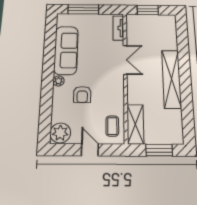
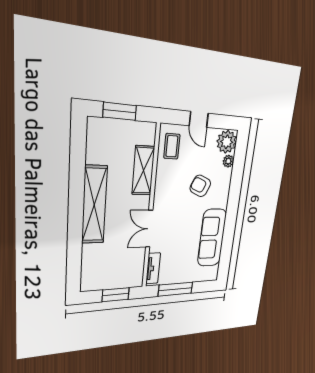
window: (83, 9) -> (175, 289), moved
plant: (58, 81) -> (228, 161), moved
armchair: (82, 94) -> (200, 186), turned -66
shelving: (135, 124) -> (143, 170), moved

